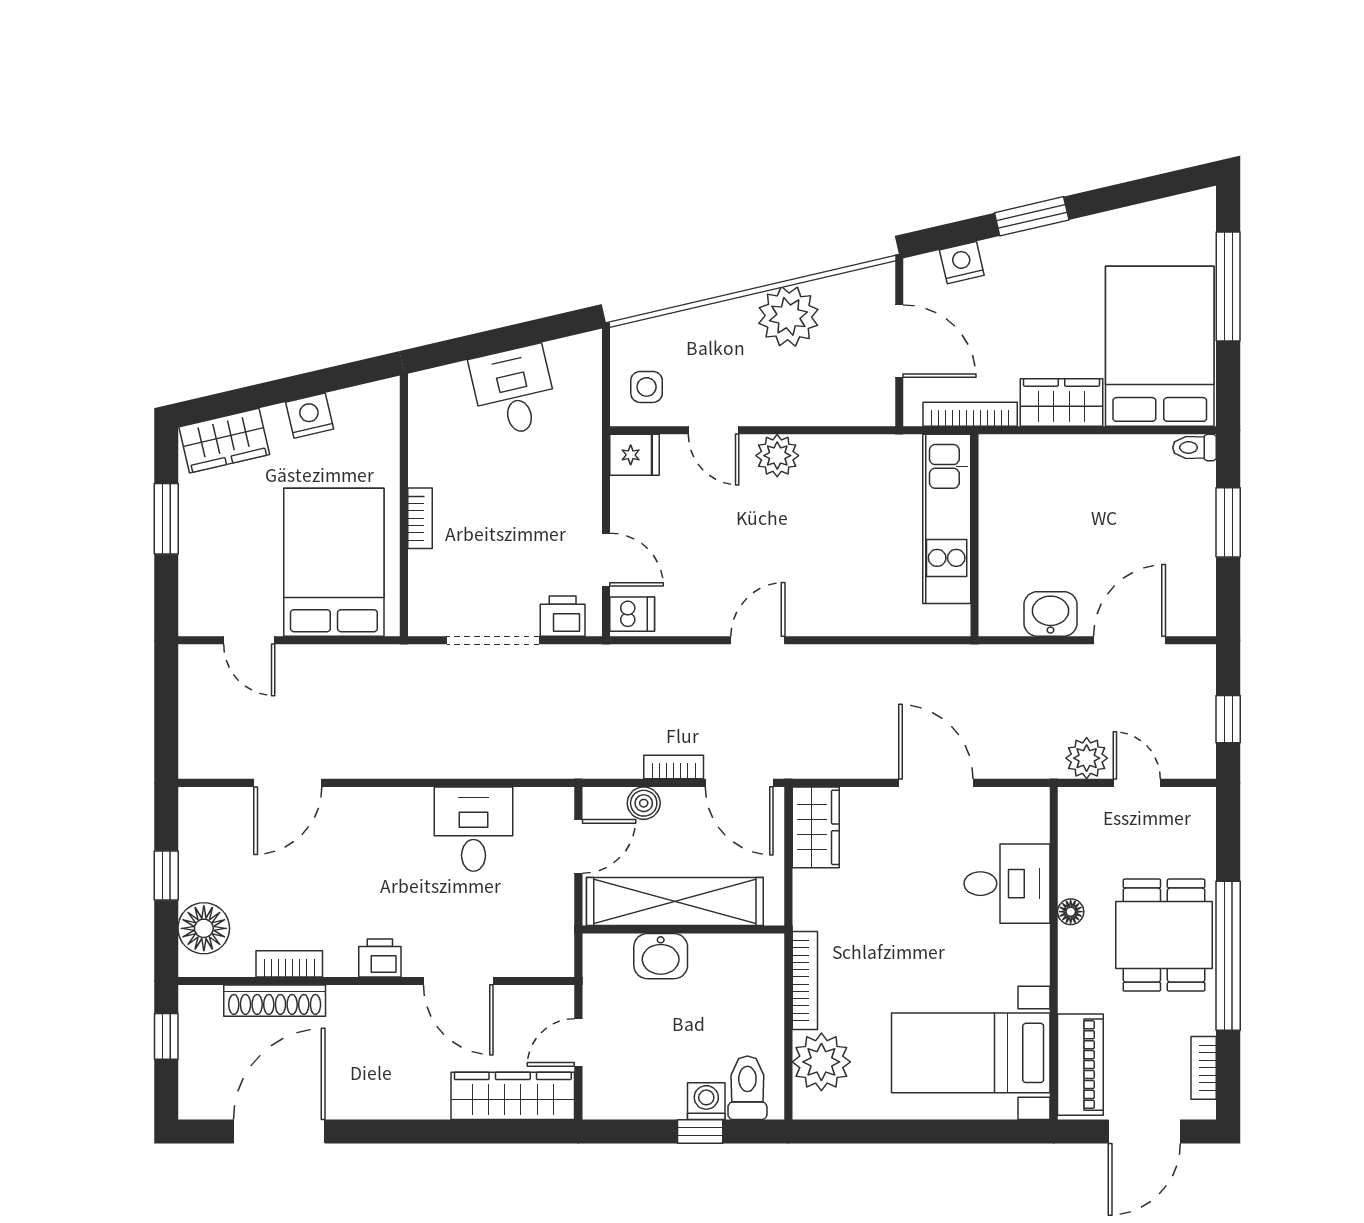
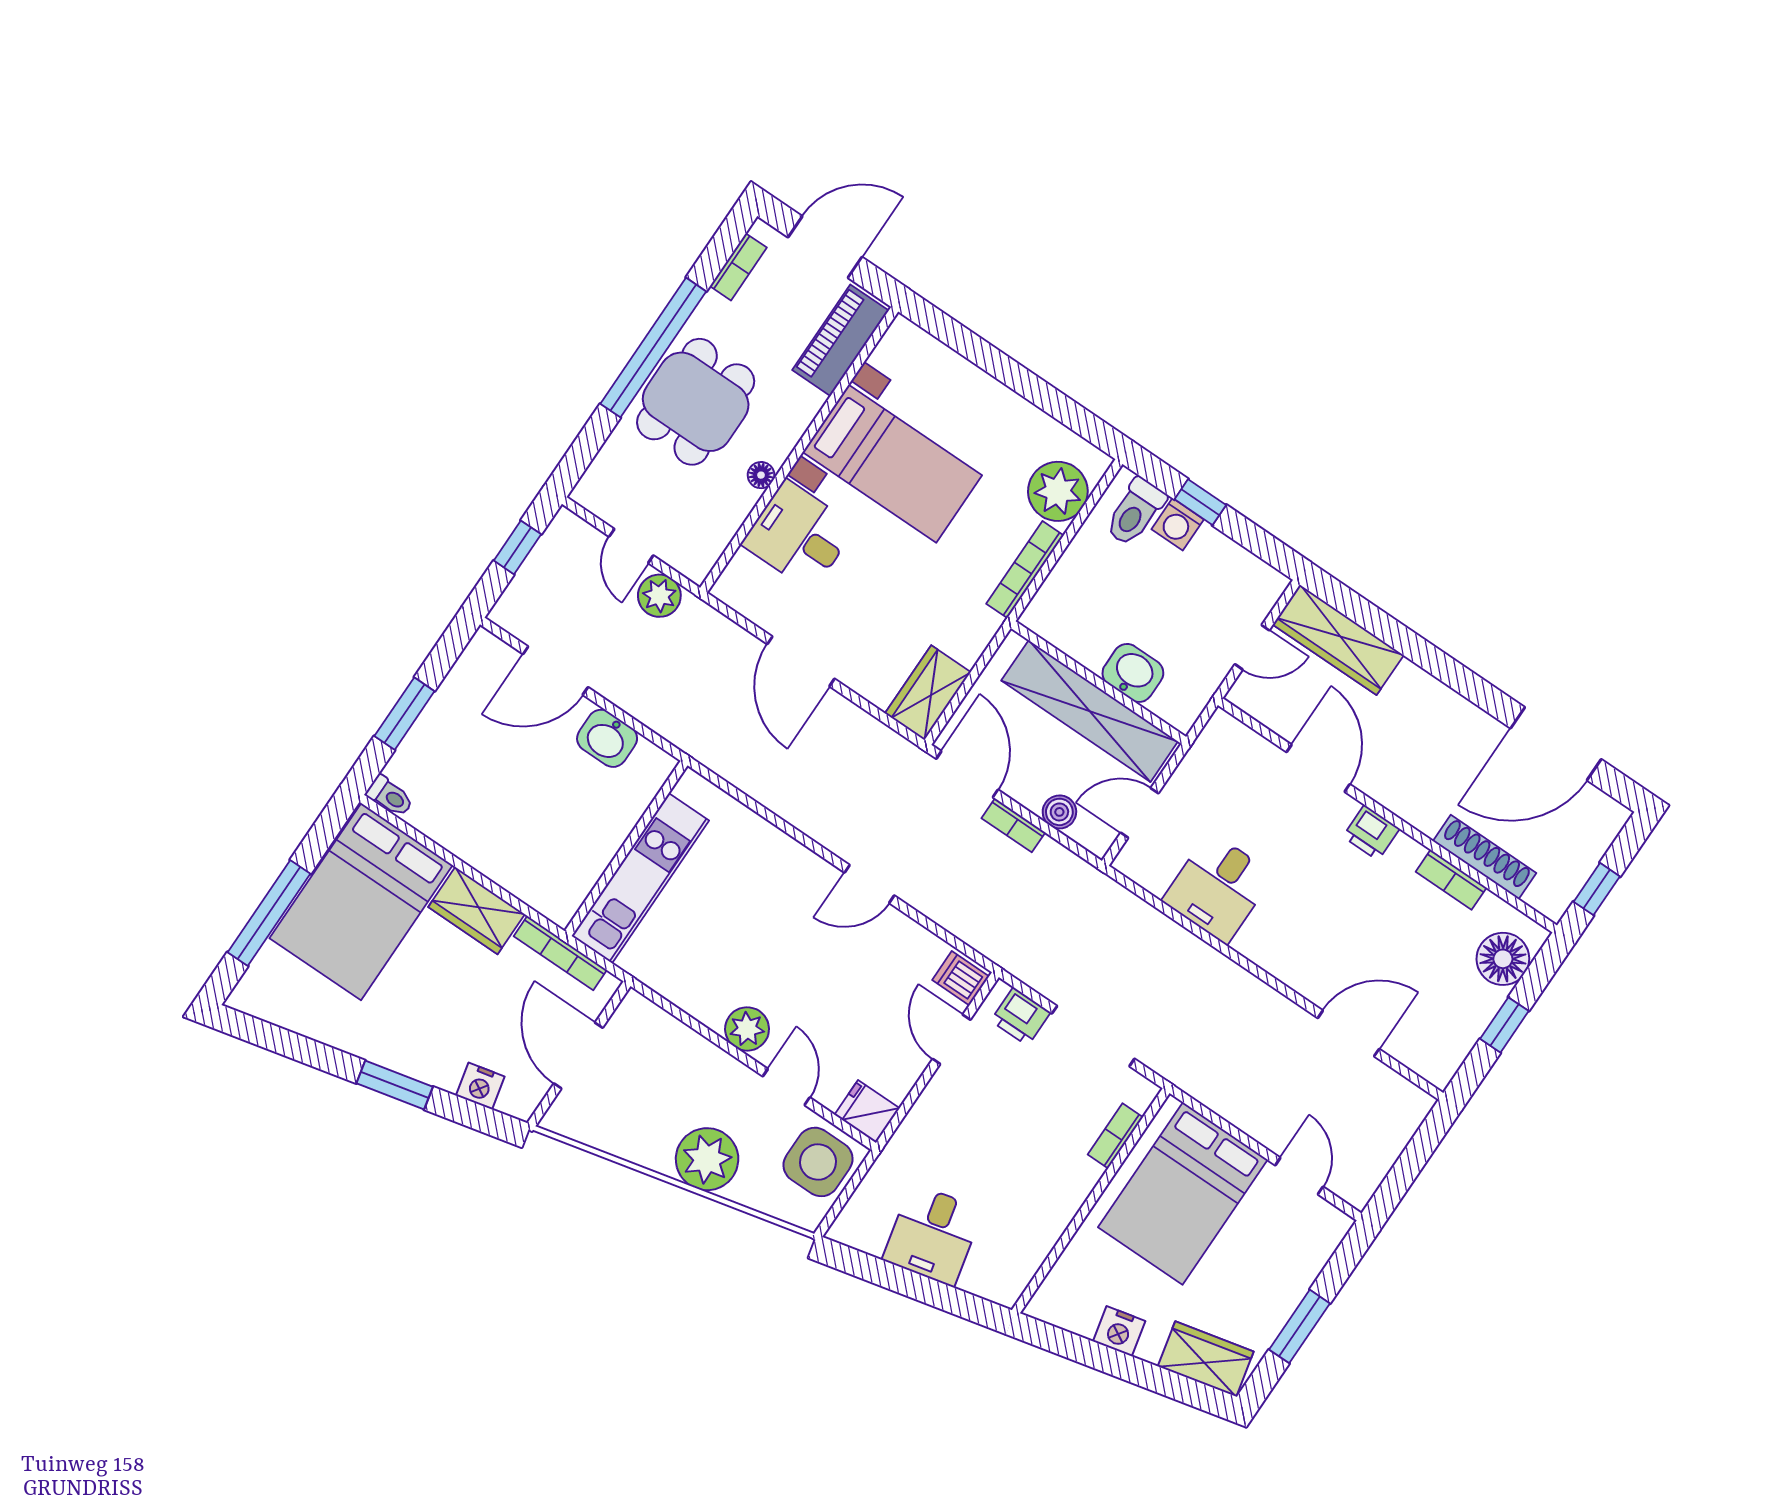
plant: (788, 316) -> (707, 1159), moved
side table: (647, 387) -> (818, 1162), width x1.87, depth x1.87
bookcase: (420, 518) -> (1115, 1136), moved
bed with nightstands: (971, 1053) -> (892, 464), moved

